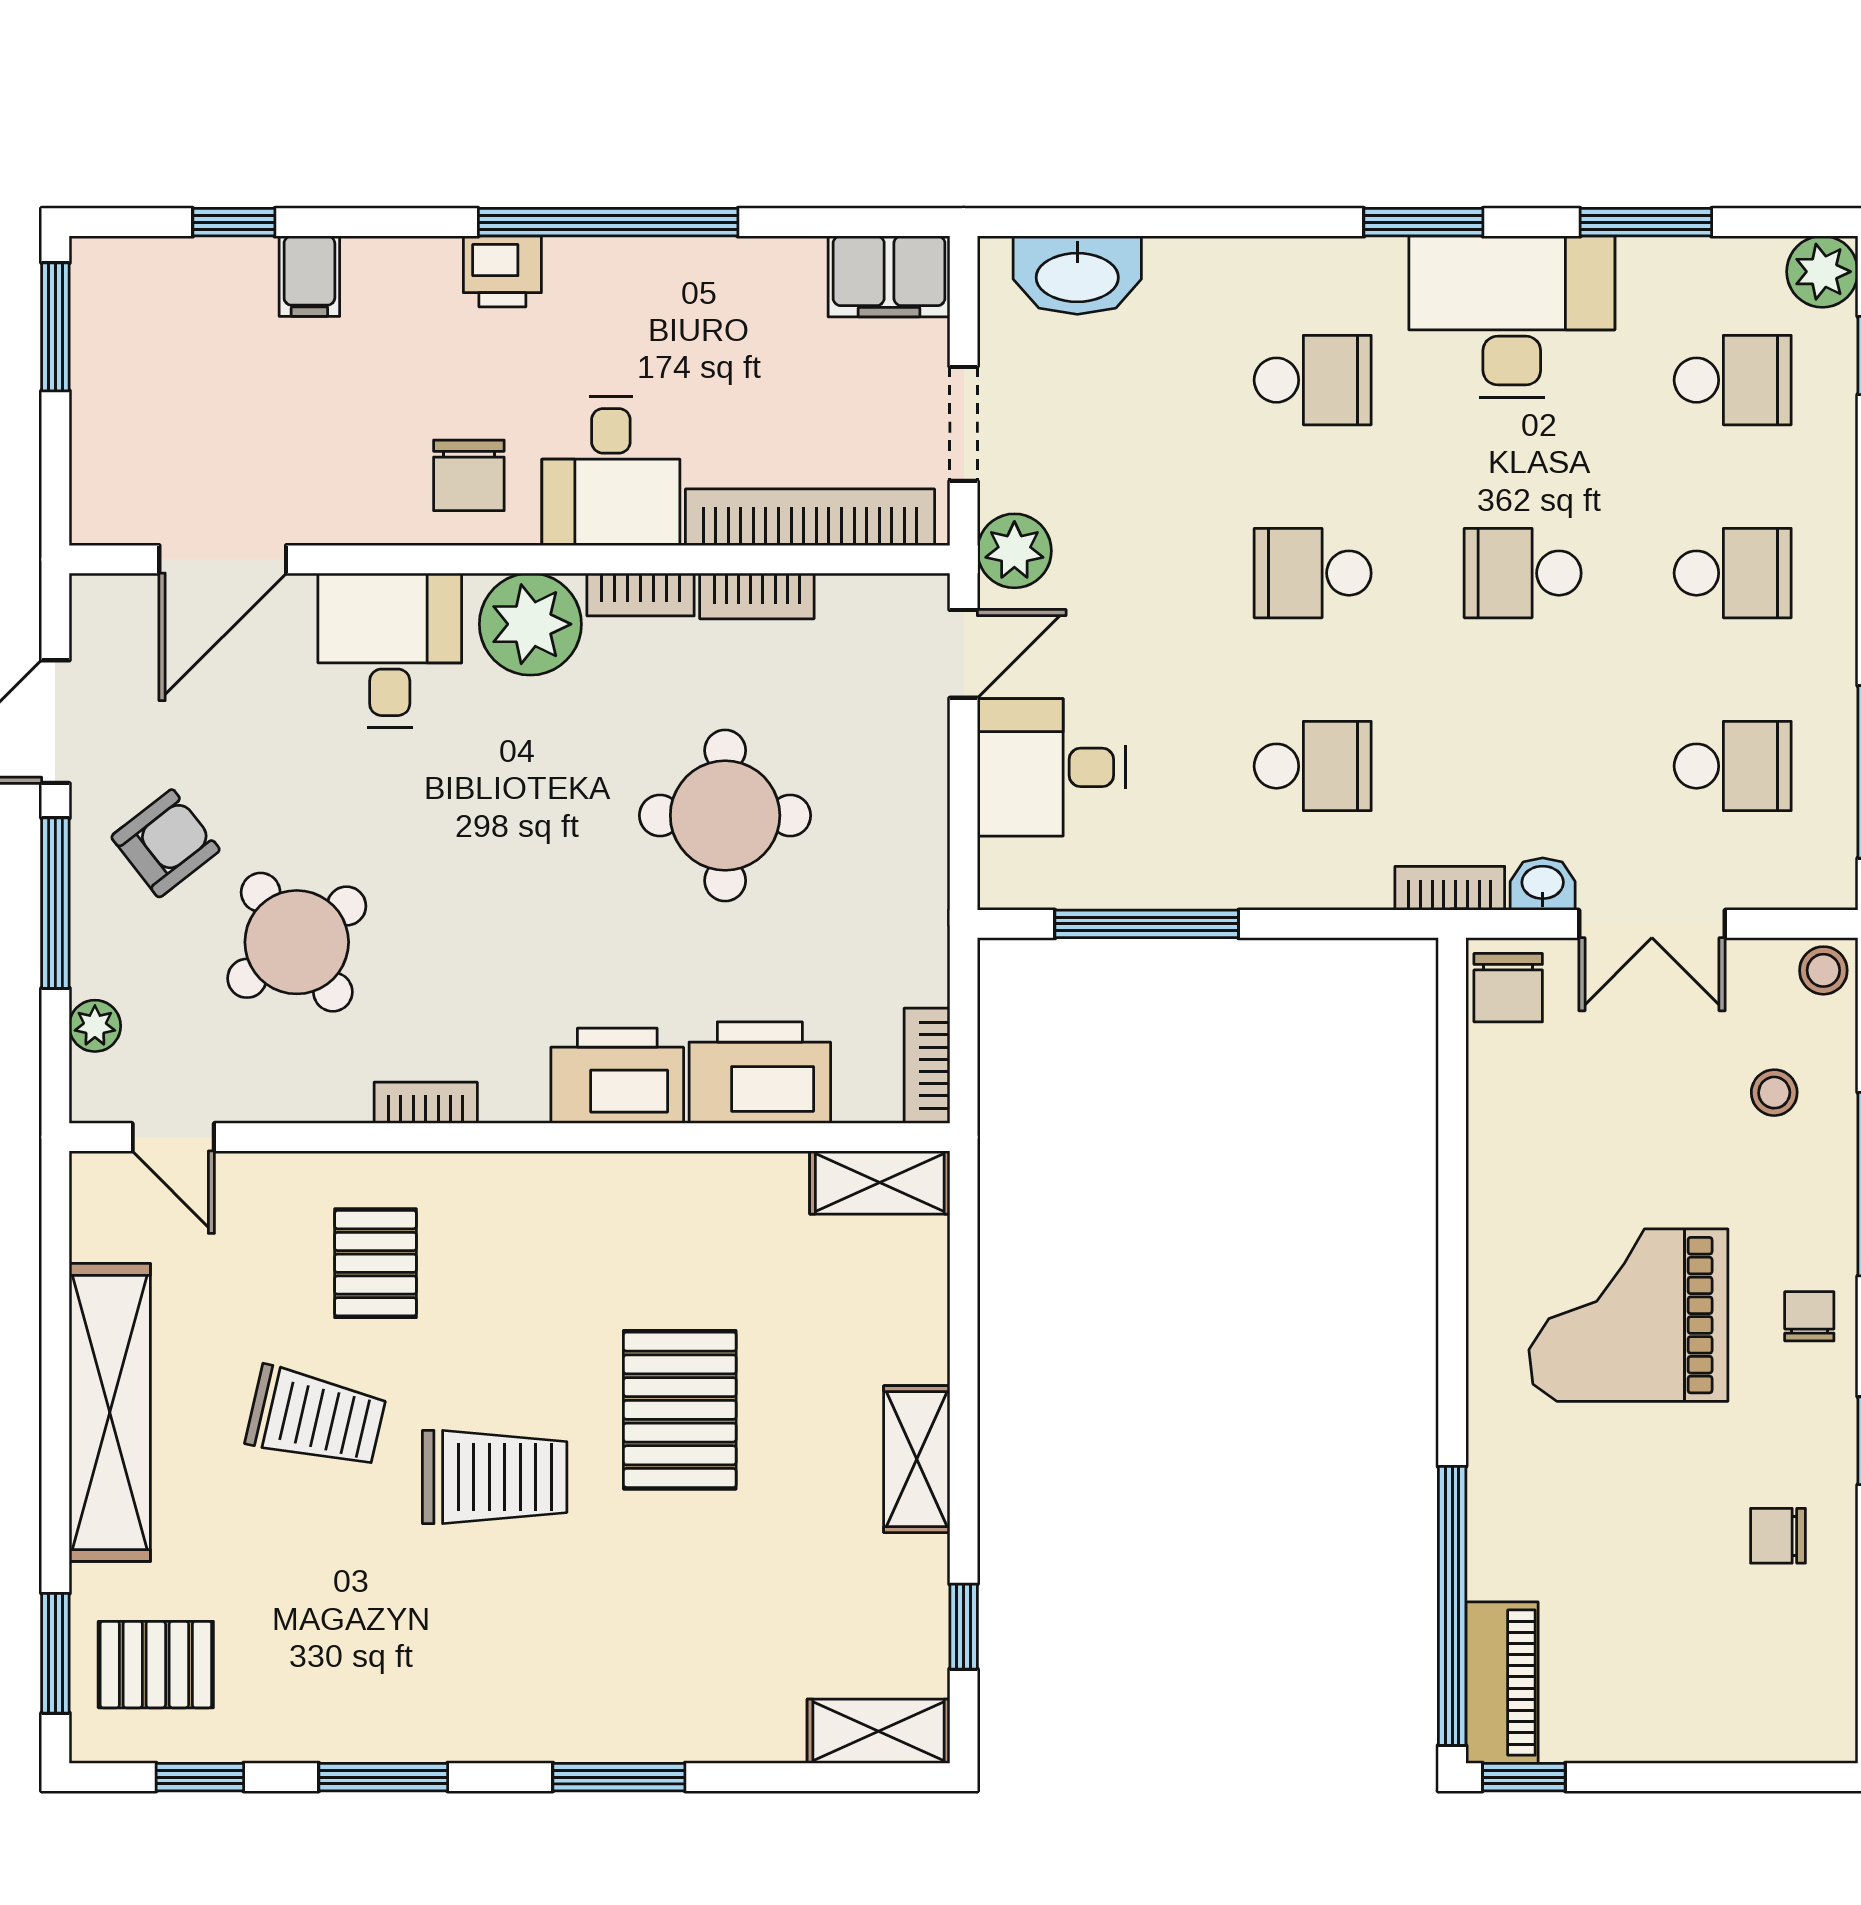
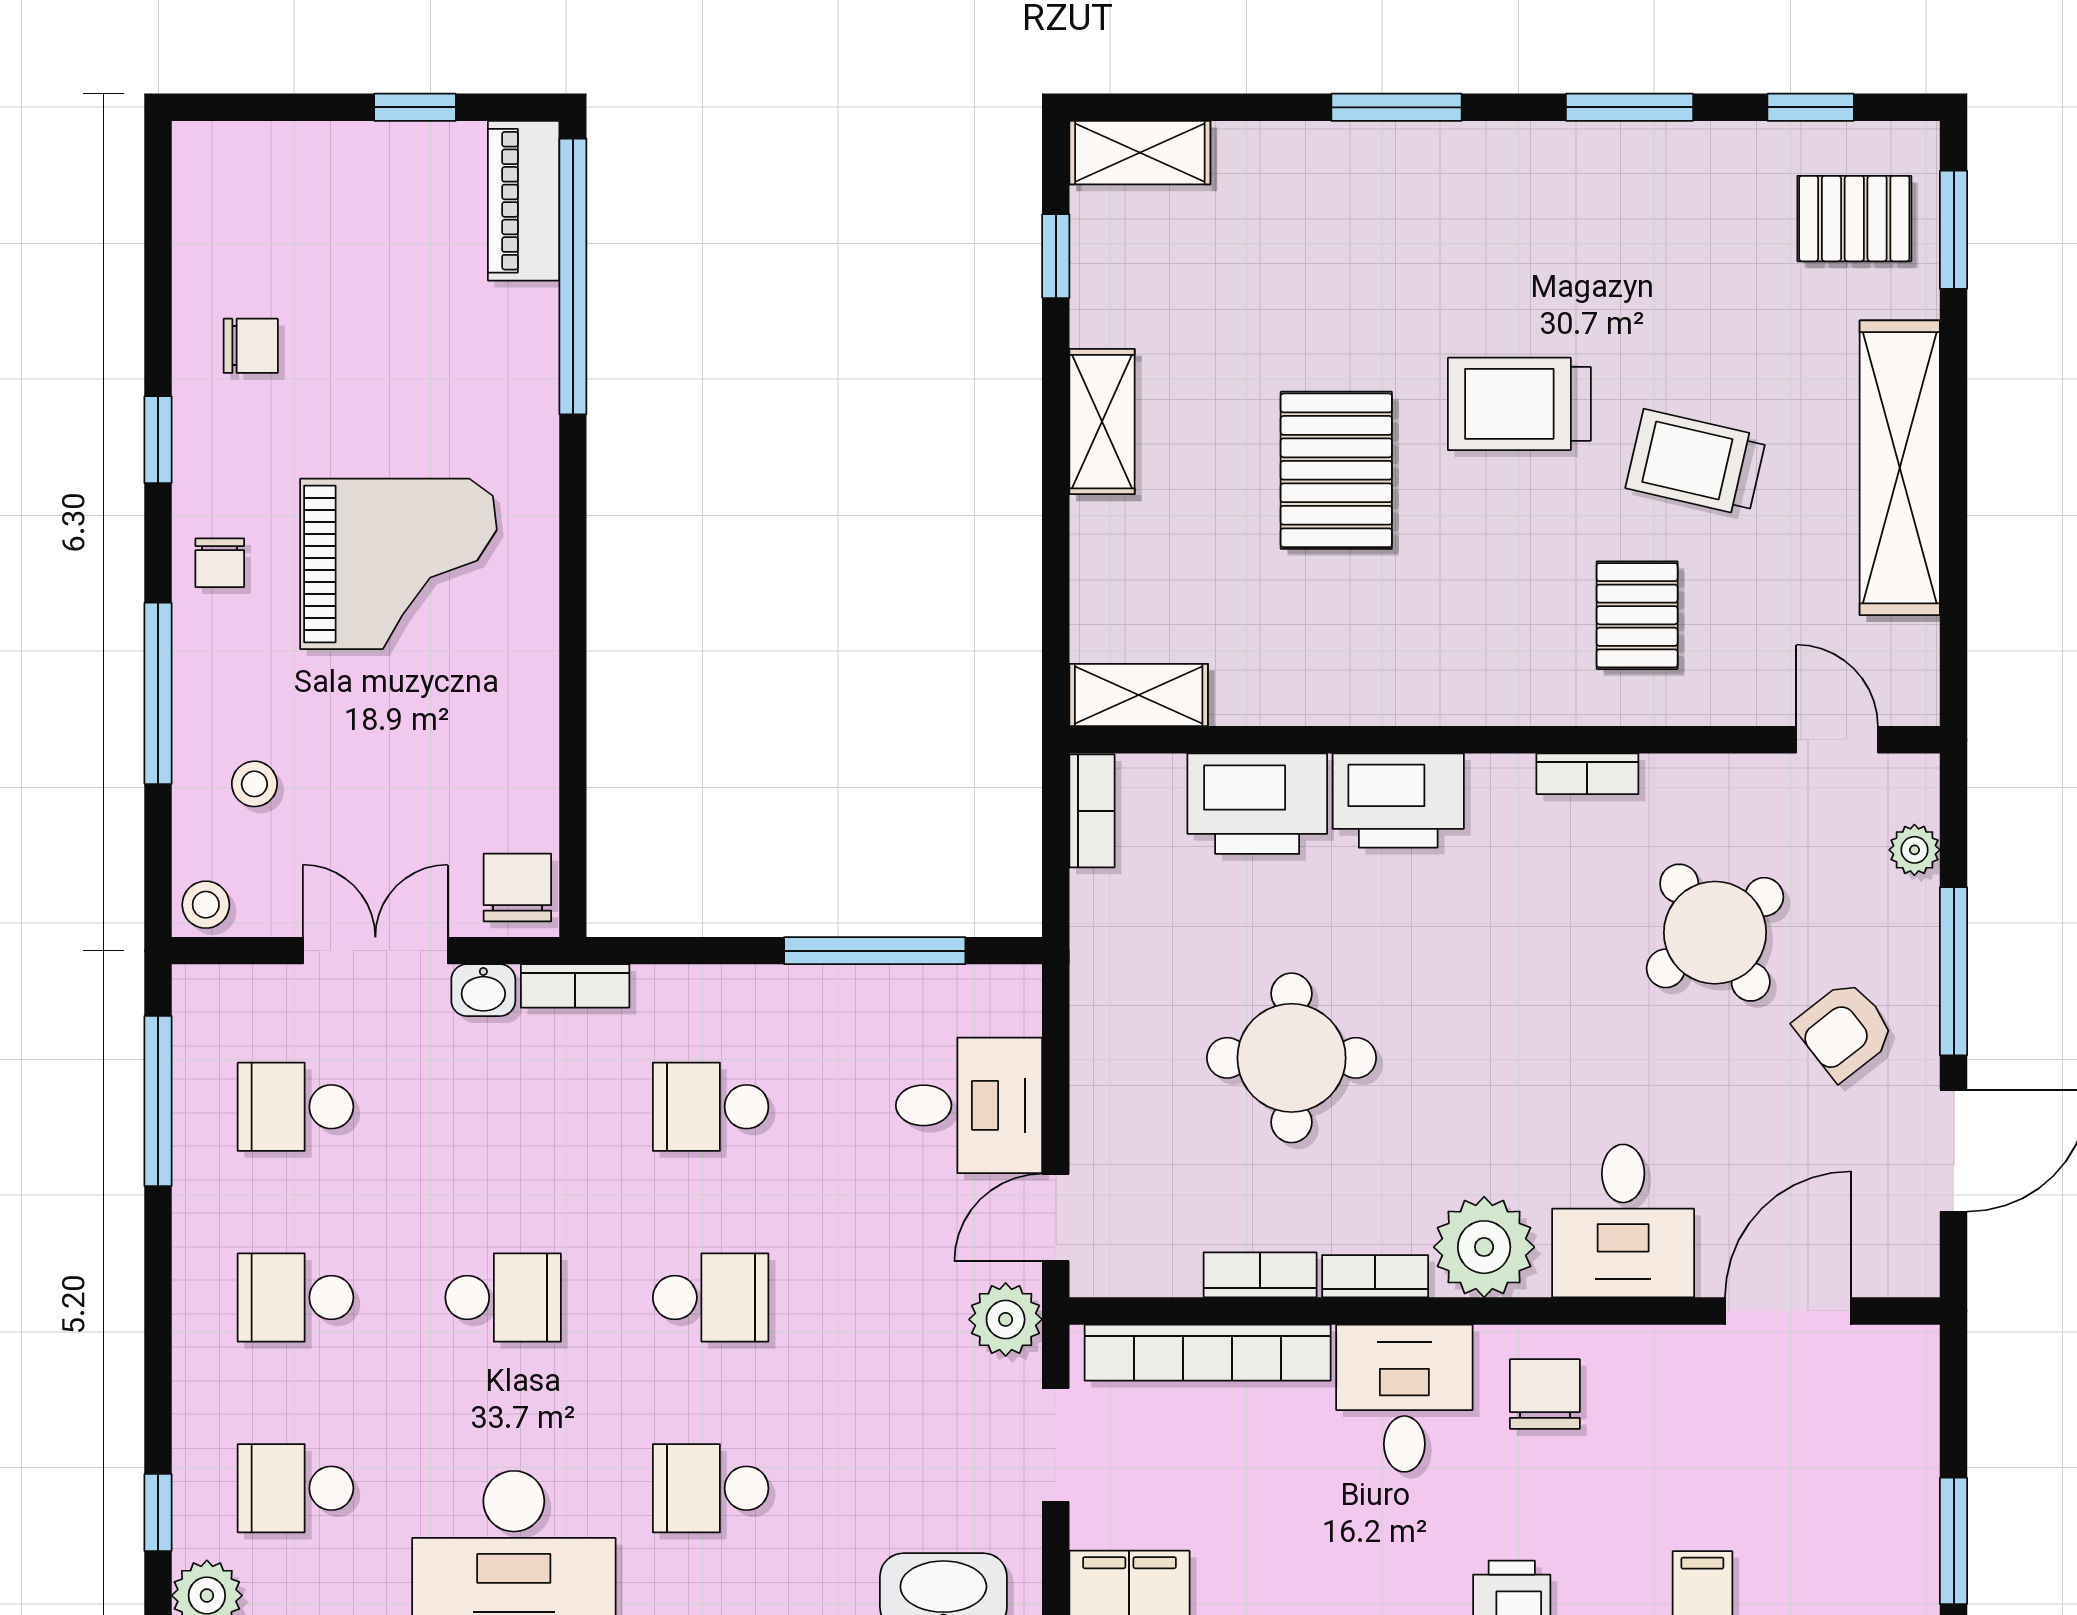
window: (1524, 1777) -> (415, 107), moved

